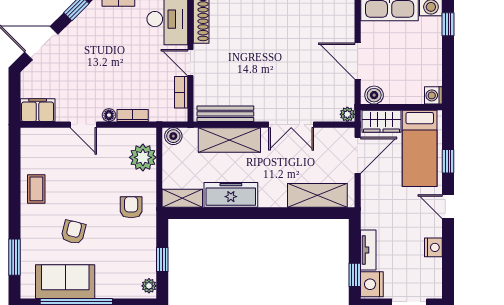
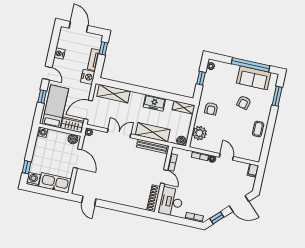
filing cabinet: (38, 110) -> (253, 170), width x0.50
freezer: (231, 195) -> (154, 103), width x0.71
nightstand: (372, 284) -> (88, 77), moved

